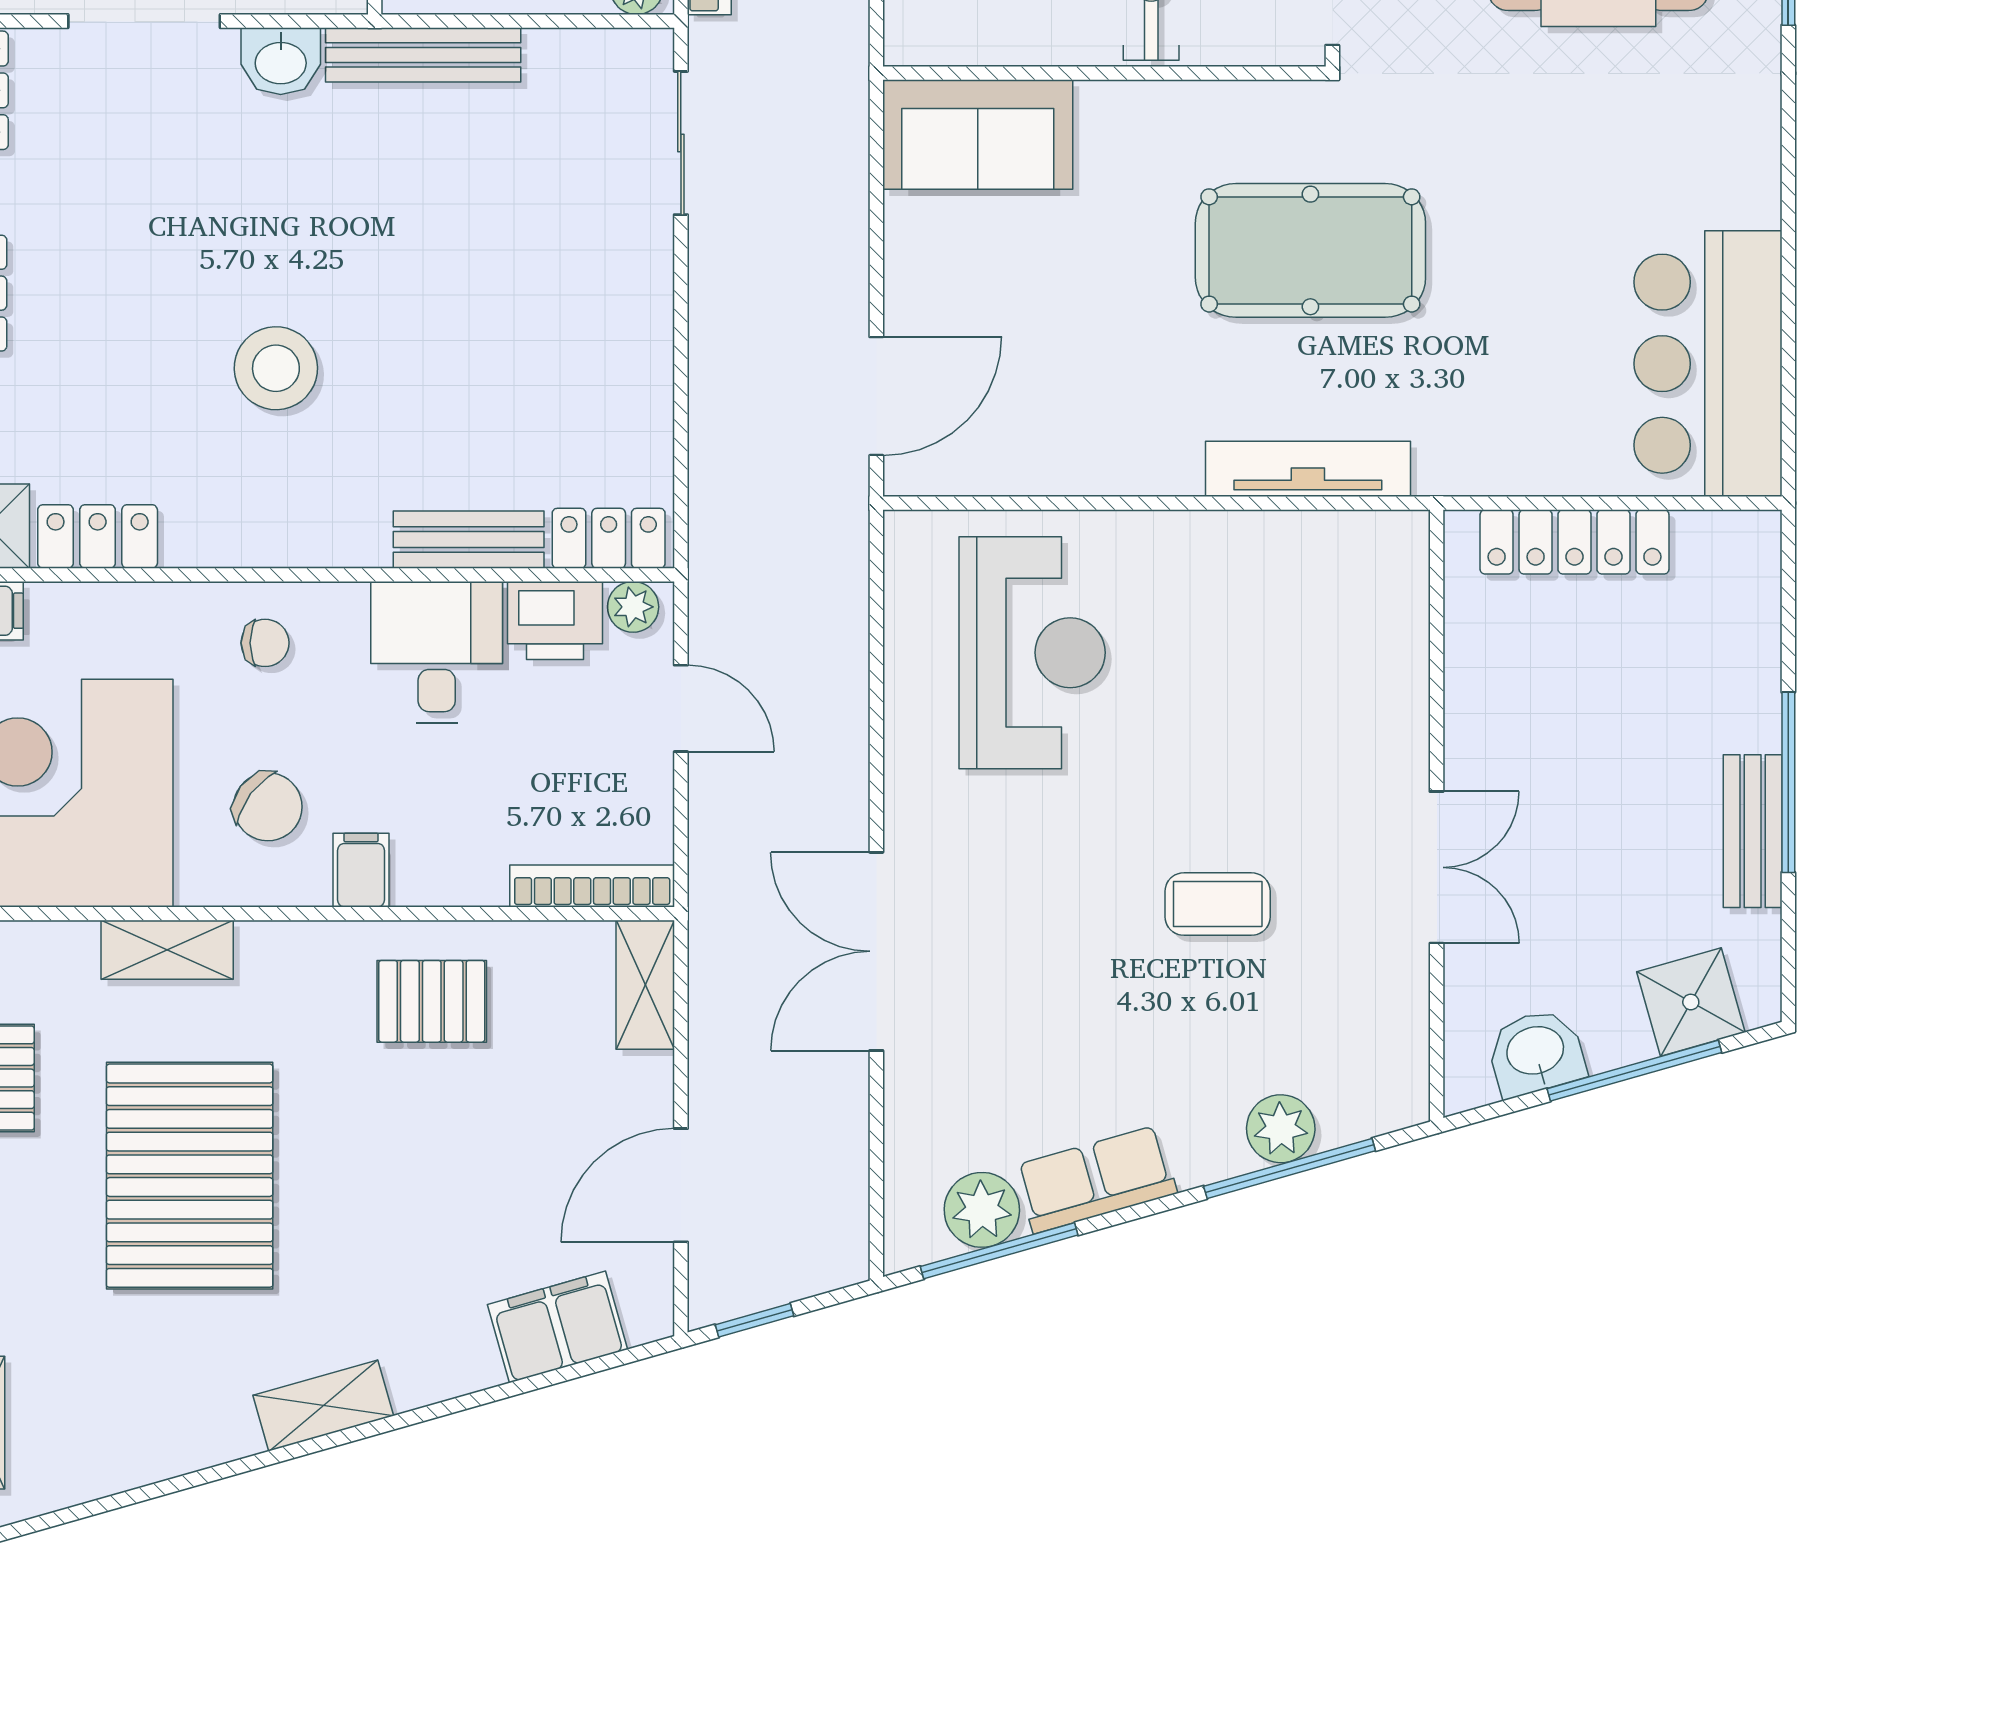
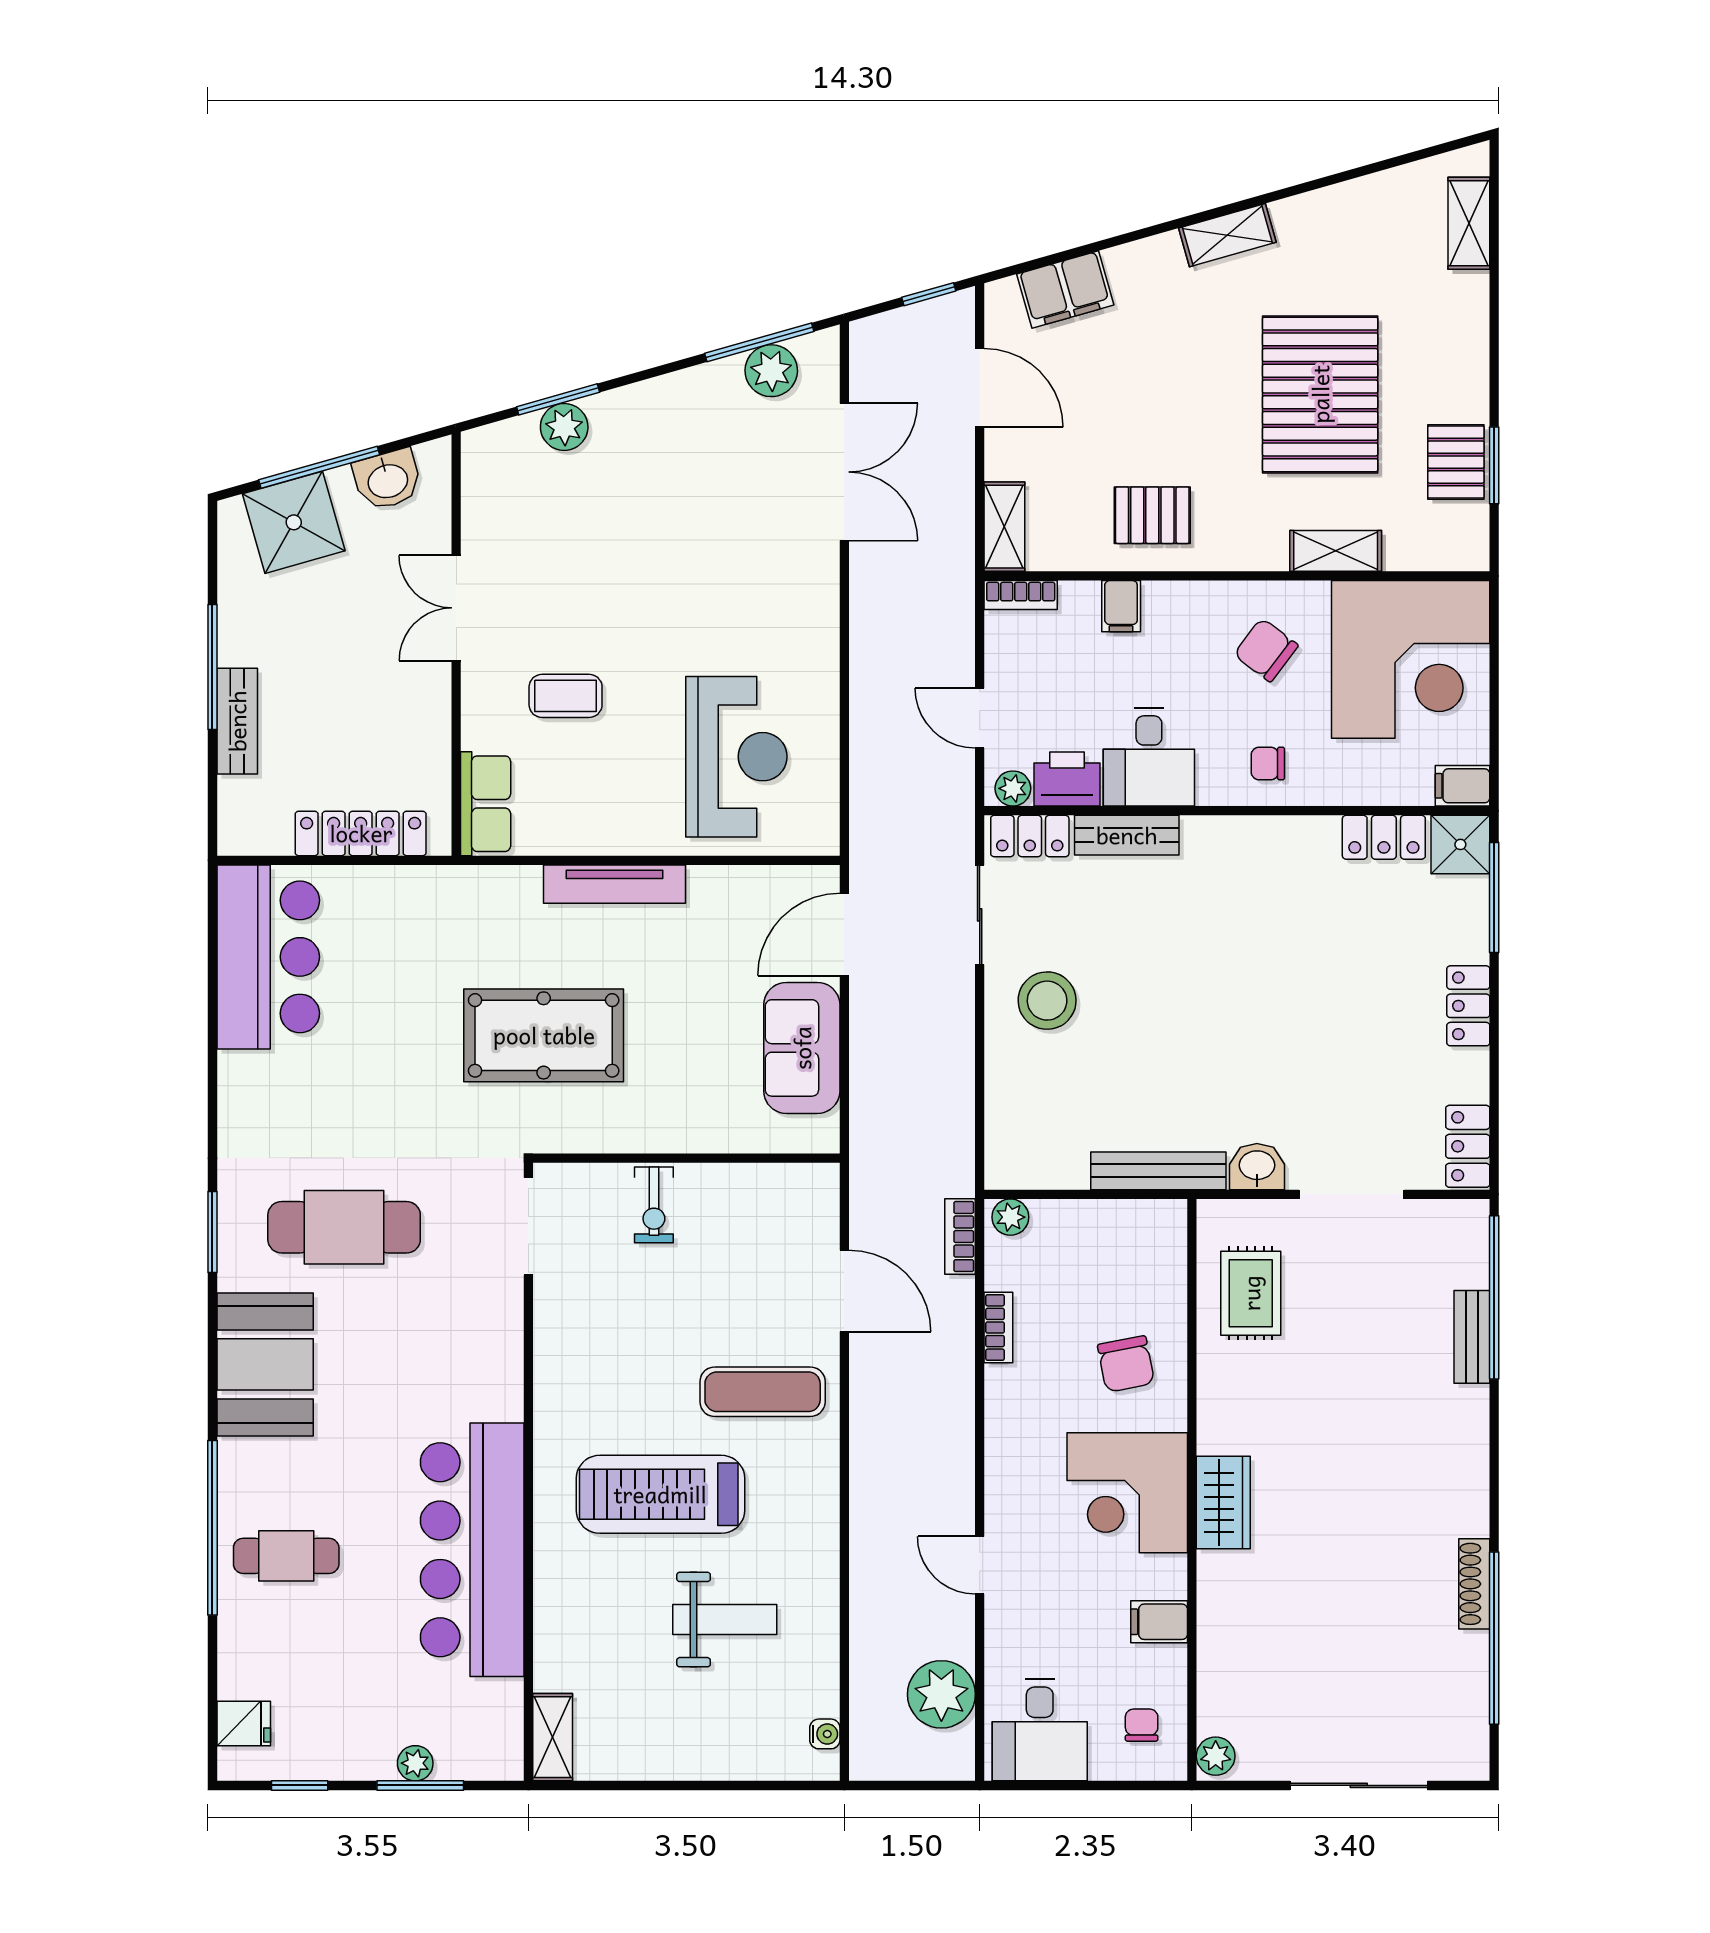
sofa: (978, 135) -> (802, 1048), moved, turned -90
sliding door: (681, 143) -> (980, 915), moved
stool: (276, 368) -> (1047, 1001), moved
tv unit: (1308, 469) -> (615, 884), moved
reception desk: (1032, 653) -> (736, 757), turned 180
bench: (1753, 831) -> (237, 721), moved
filing cabinet: (361, 870) -> (1121, 606), moved
bookcase: (592, 886) -> (1021, 595), width x0.64
coffee table: (1218, 904) -> (566, 696), moved
double door: (876, 951) -> (844, 472), moved
shower: (1691, 1002) -> (294, 522), width x1.36, depth x1.36
window: (1290, 1168) -> (558, 399), width x0.69
row of seats: (1096, 1179) -> (486, 804), moved, turned -74
door: (681, 1185) -> (980, 388), hinge flipped

